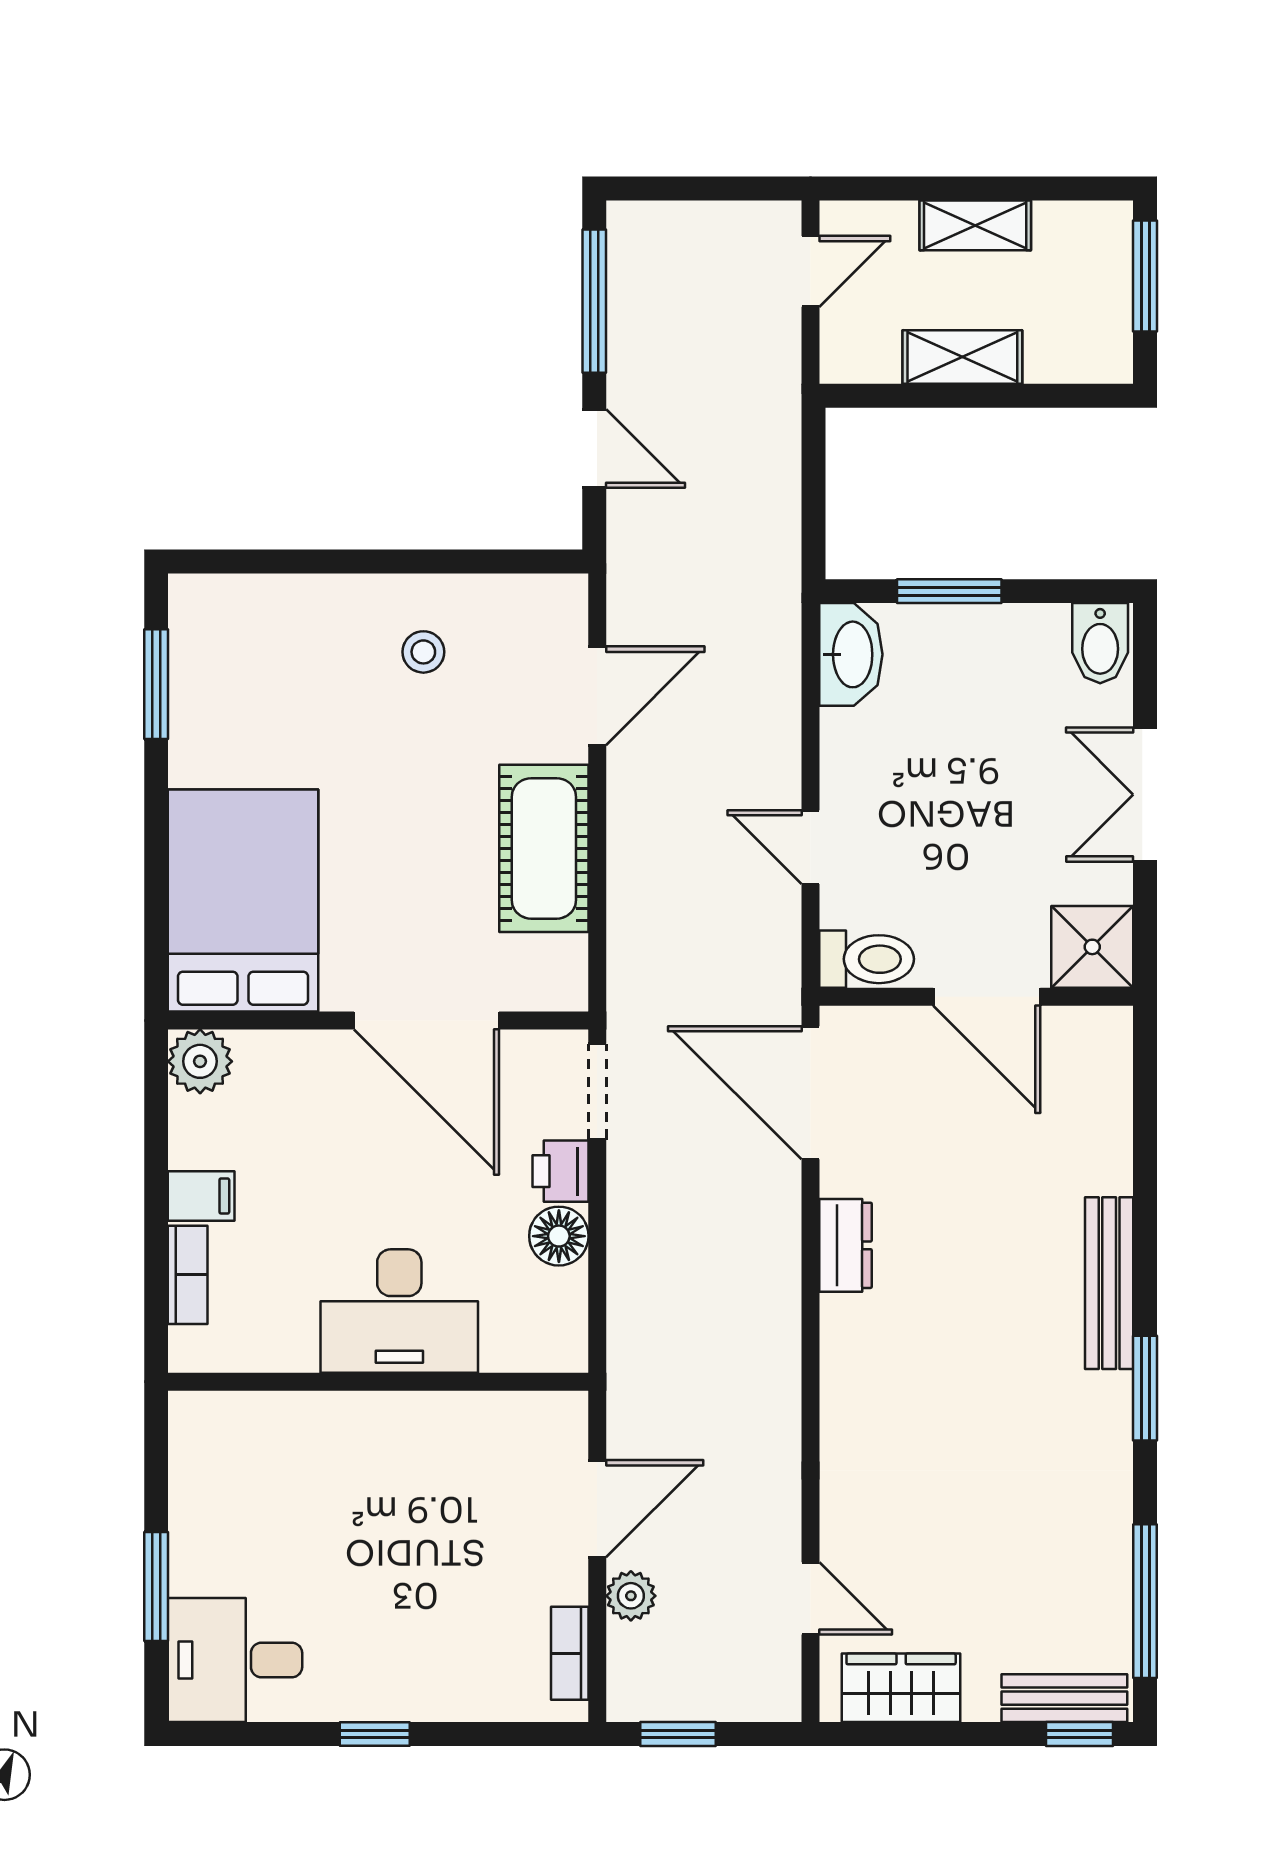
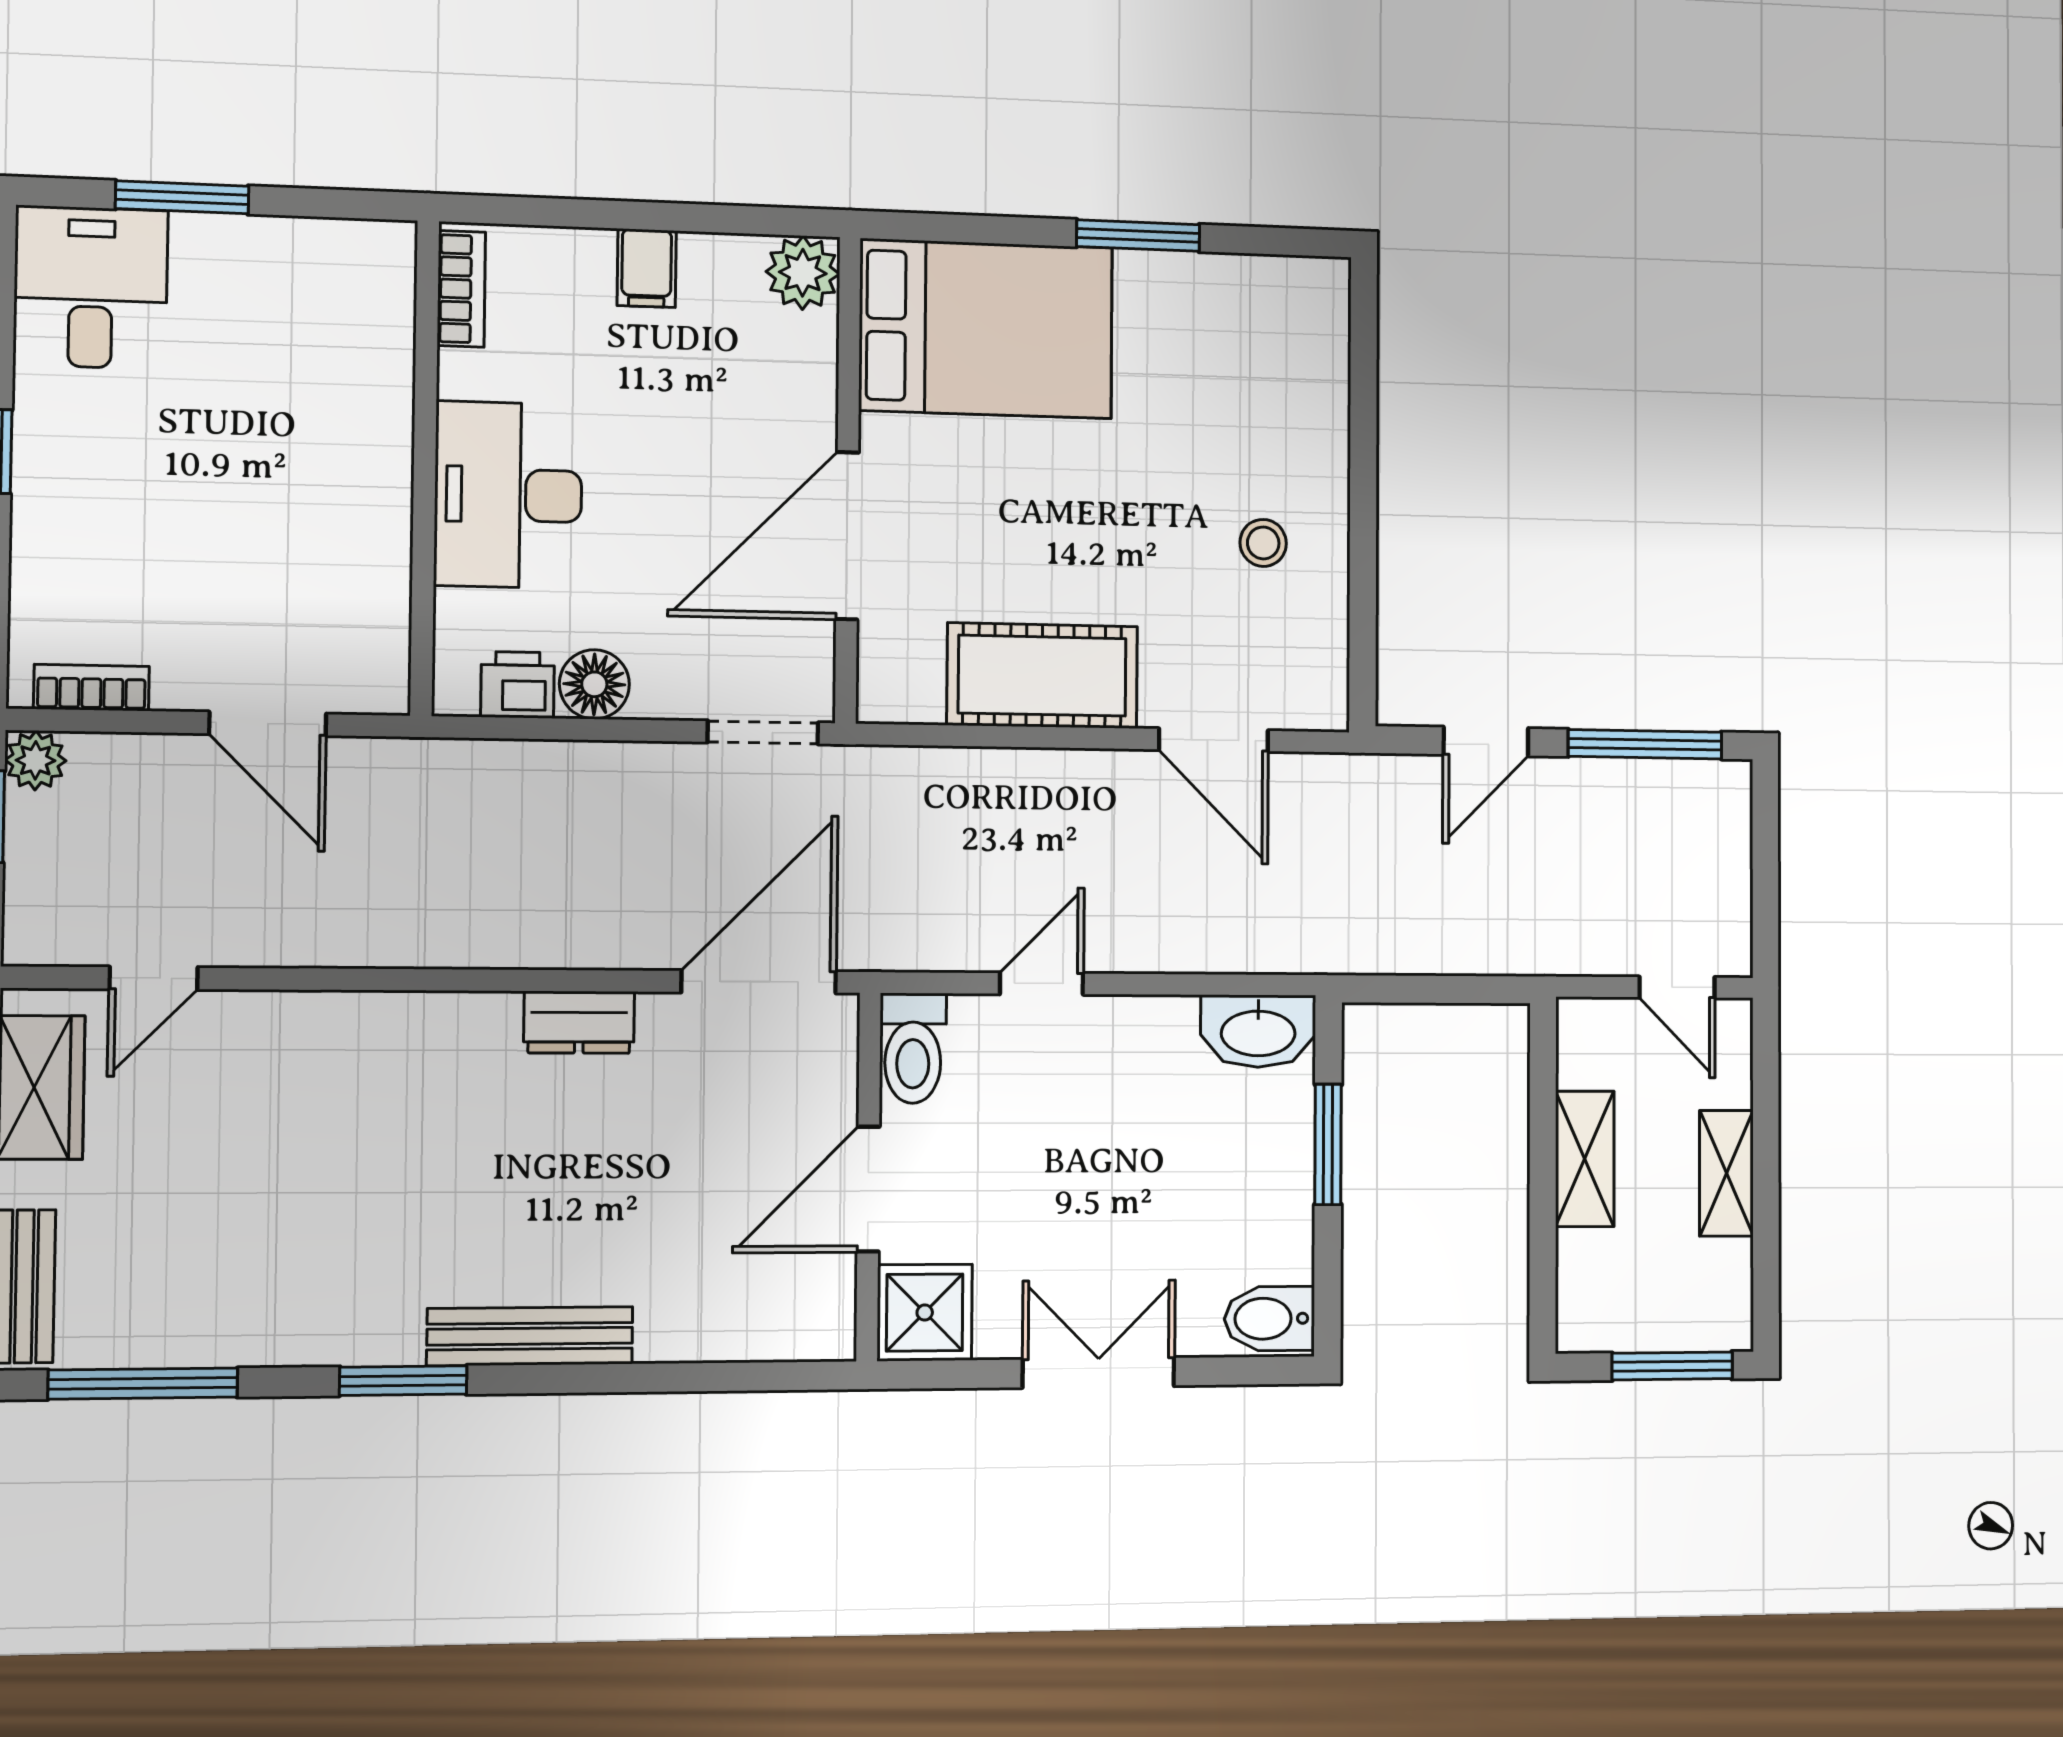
window: (156, 684) -> (1138, 236), moved
printer: (561, 1171) -> (517, 685), moved
bookcase: (188, 1275) -> (461, 289), moved, turned -90
plant: (631, 1596) -> (35, 760), moved

